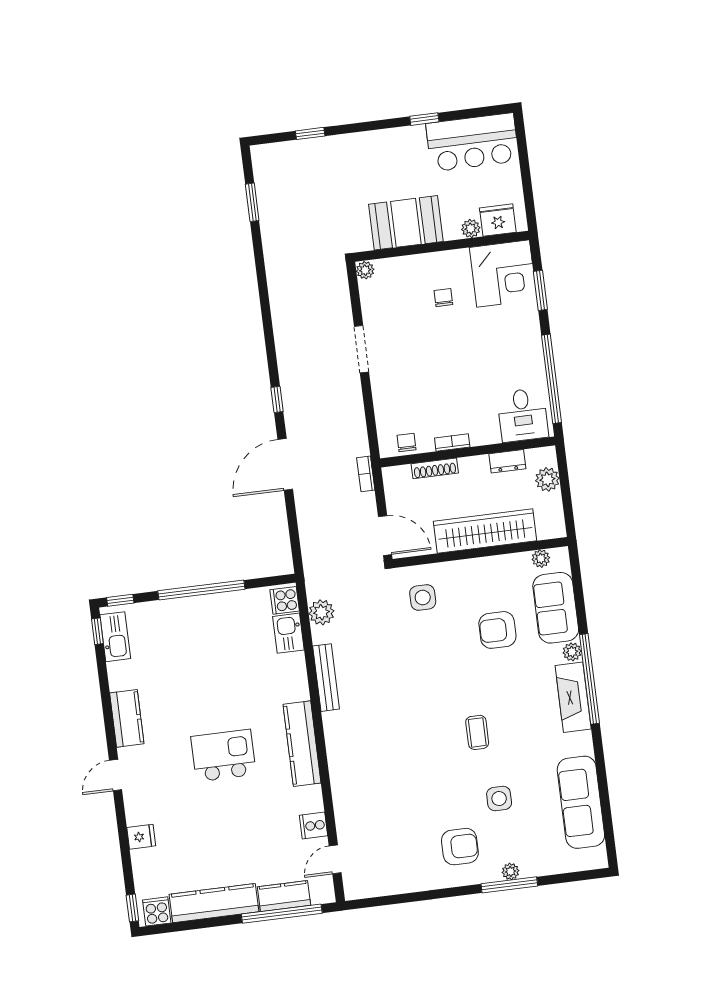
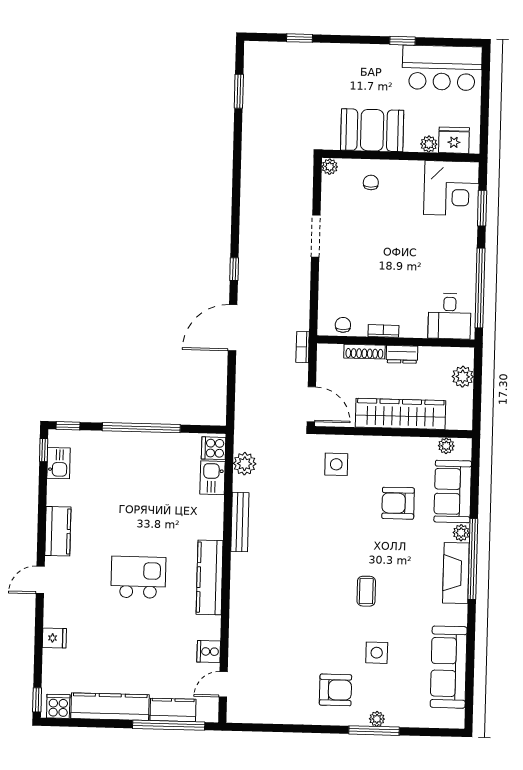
chair: (443, 298) -> (371, 182), moved
dresser: (507, 461) -> (402, 354), moved
kitchen sink: (115, 637) -> (59, 463), width x0.73

